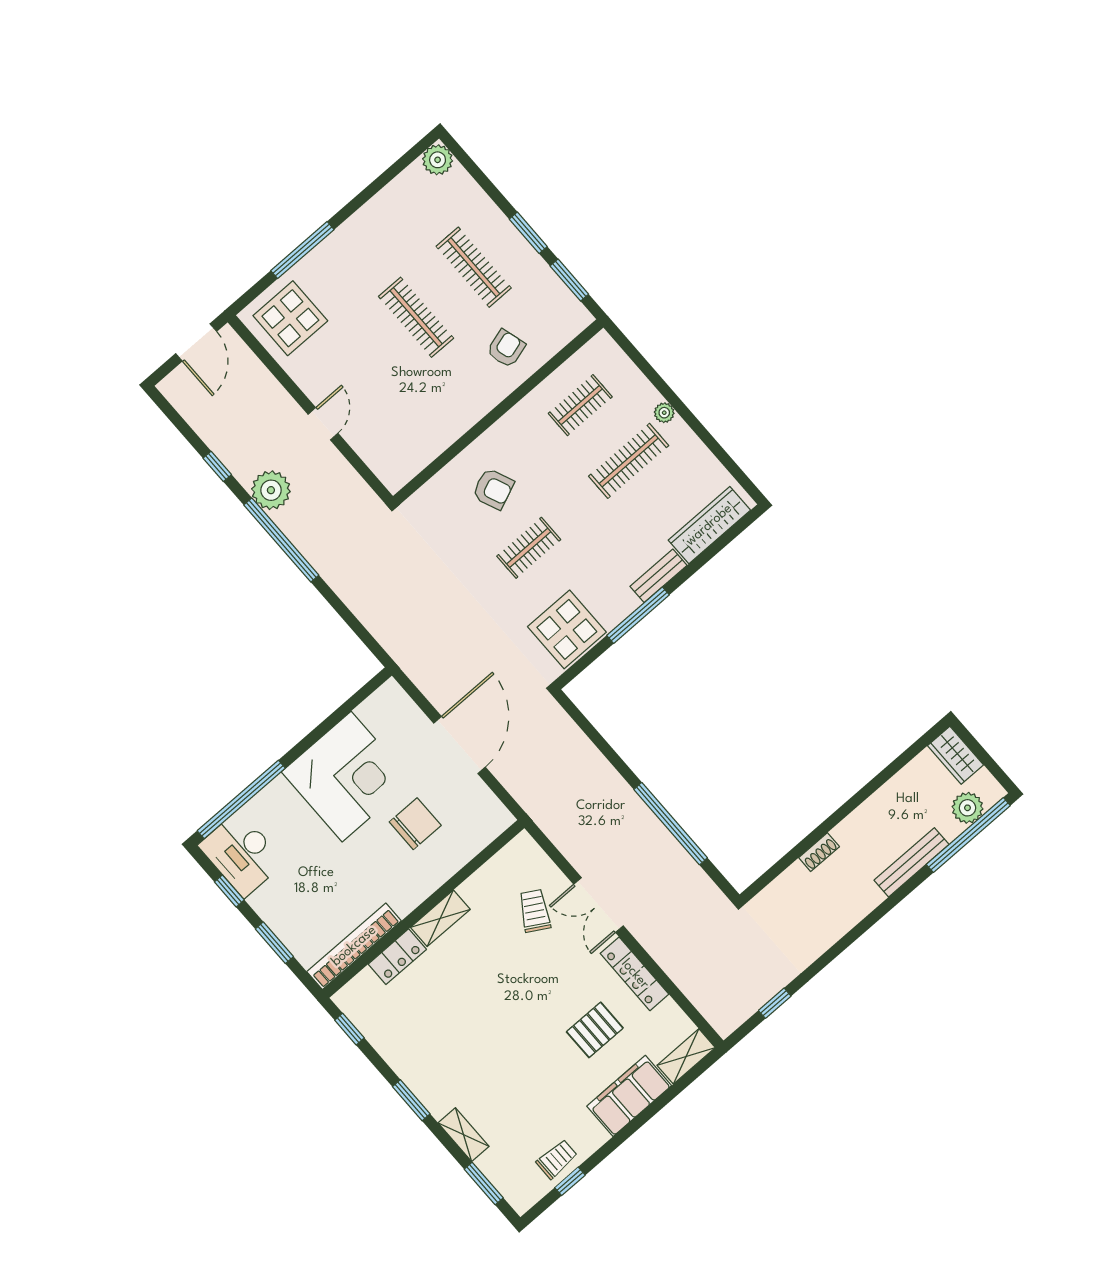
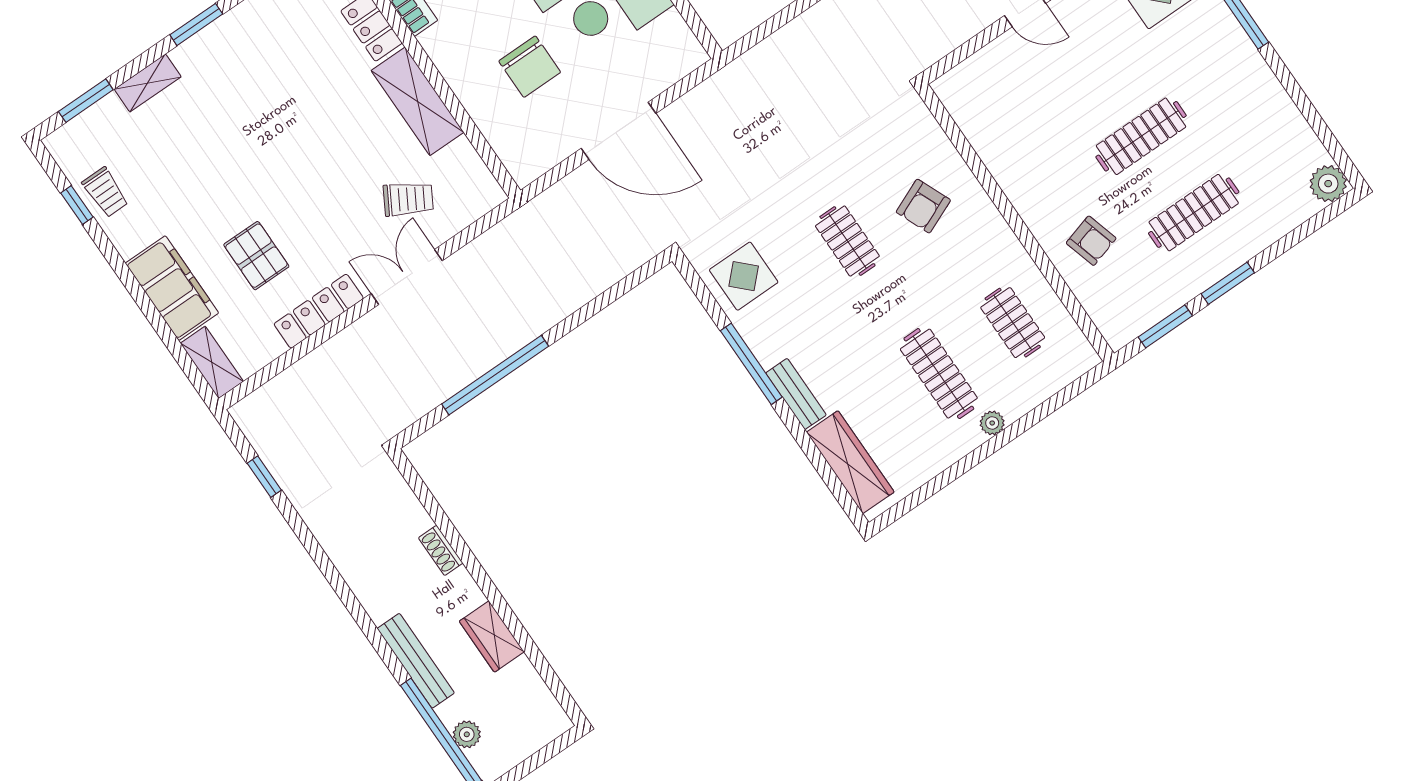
display table: (567, 629) -> (744, 276), width x0.73, depth x0.73
wardrobe: (956, 755) -> (492, 636), moved, turned -90
plant: (967, 808) -> (467, 734), width x0.73, depth x0.73
shelving: (440, 918) -> (418, 101), width x1.50, depth x1.33

